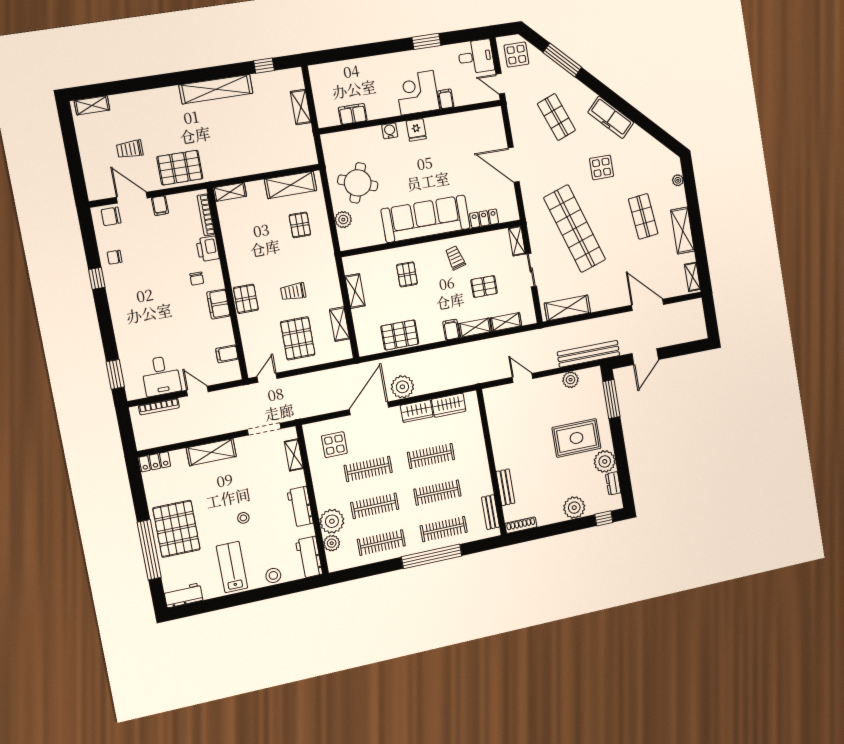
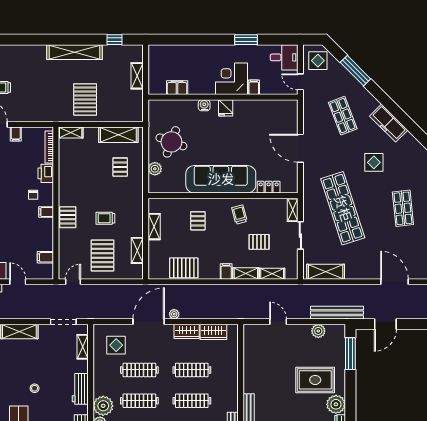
pallet: (180, 168) -> (85, 99), moved, turned 90
filing cabinet: (218, 304) -> (46, 212), width x0.50
plant: (402, 387) -> (174, 314), width x0.53, depth x0.53

